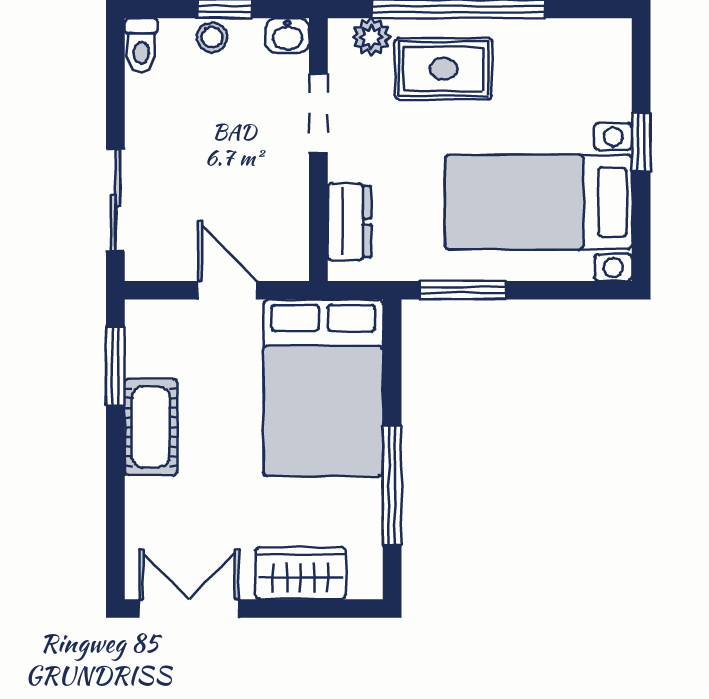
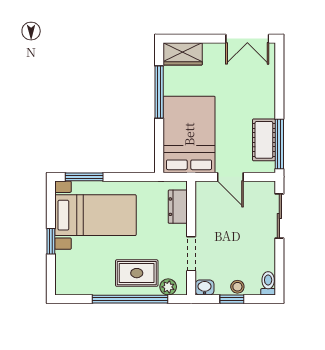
window: (463, 290) -> (84, 177), moved
window: (115, 366) -> (279, 144), width x1.44
cot: (151, 427) -> (264, 140), moved
wardrobe: (300, 573) -> (183, 54), moved

